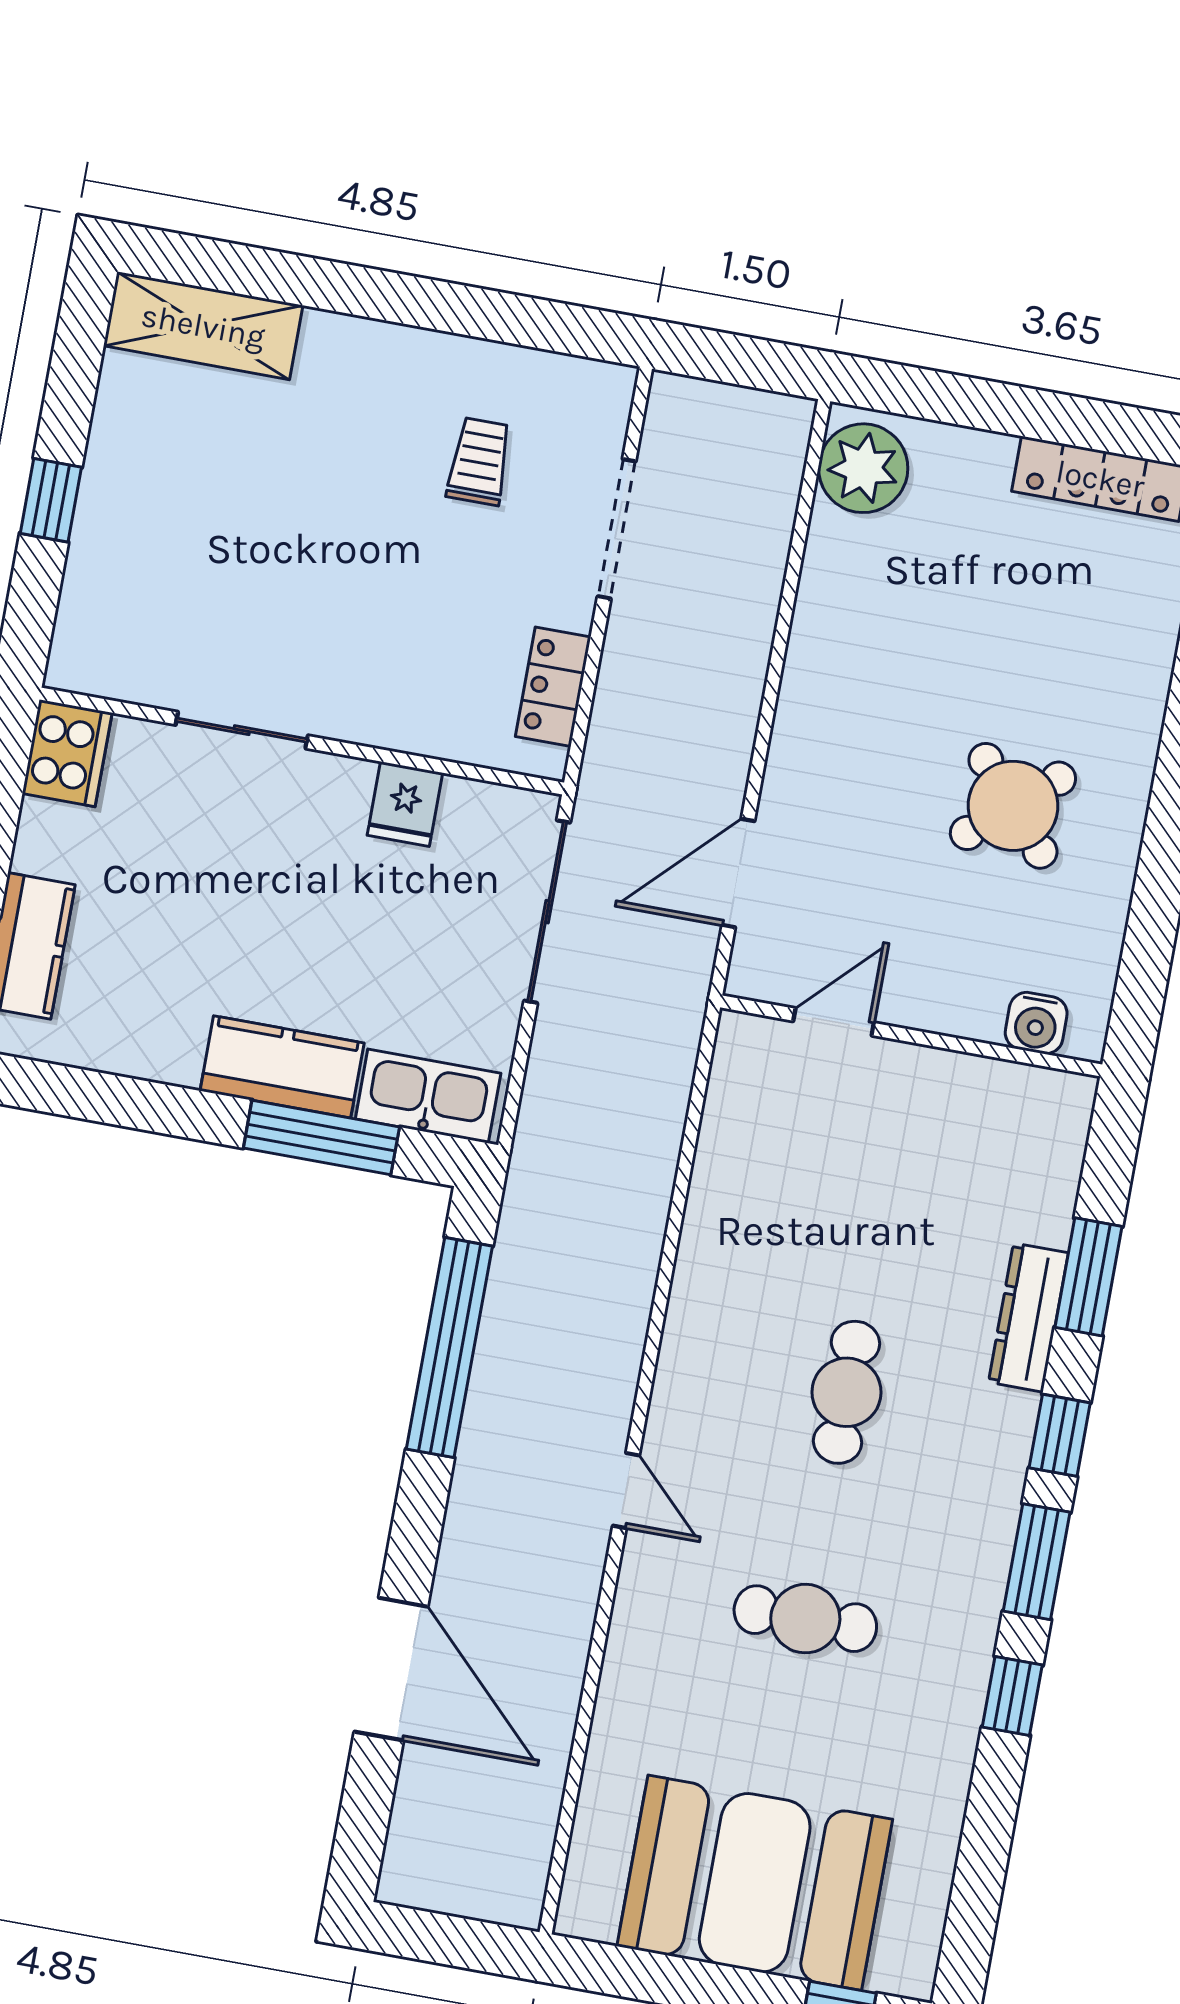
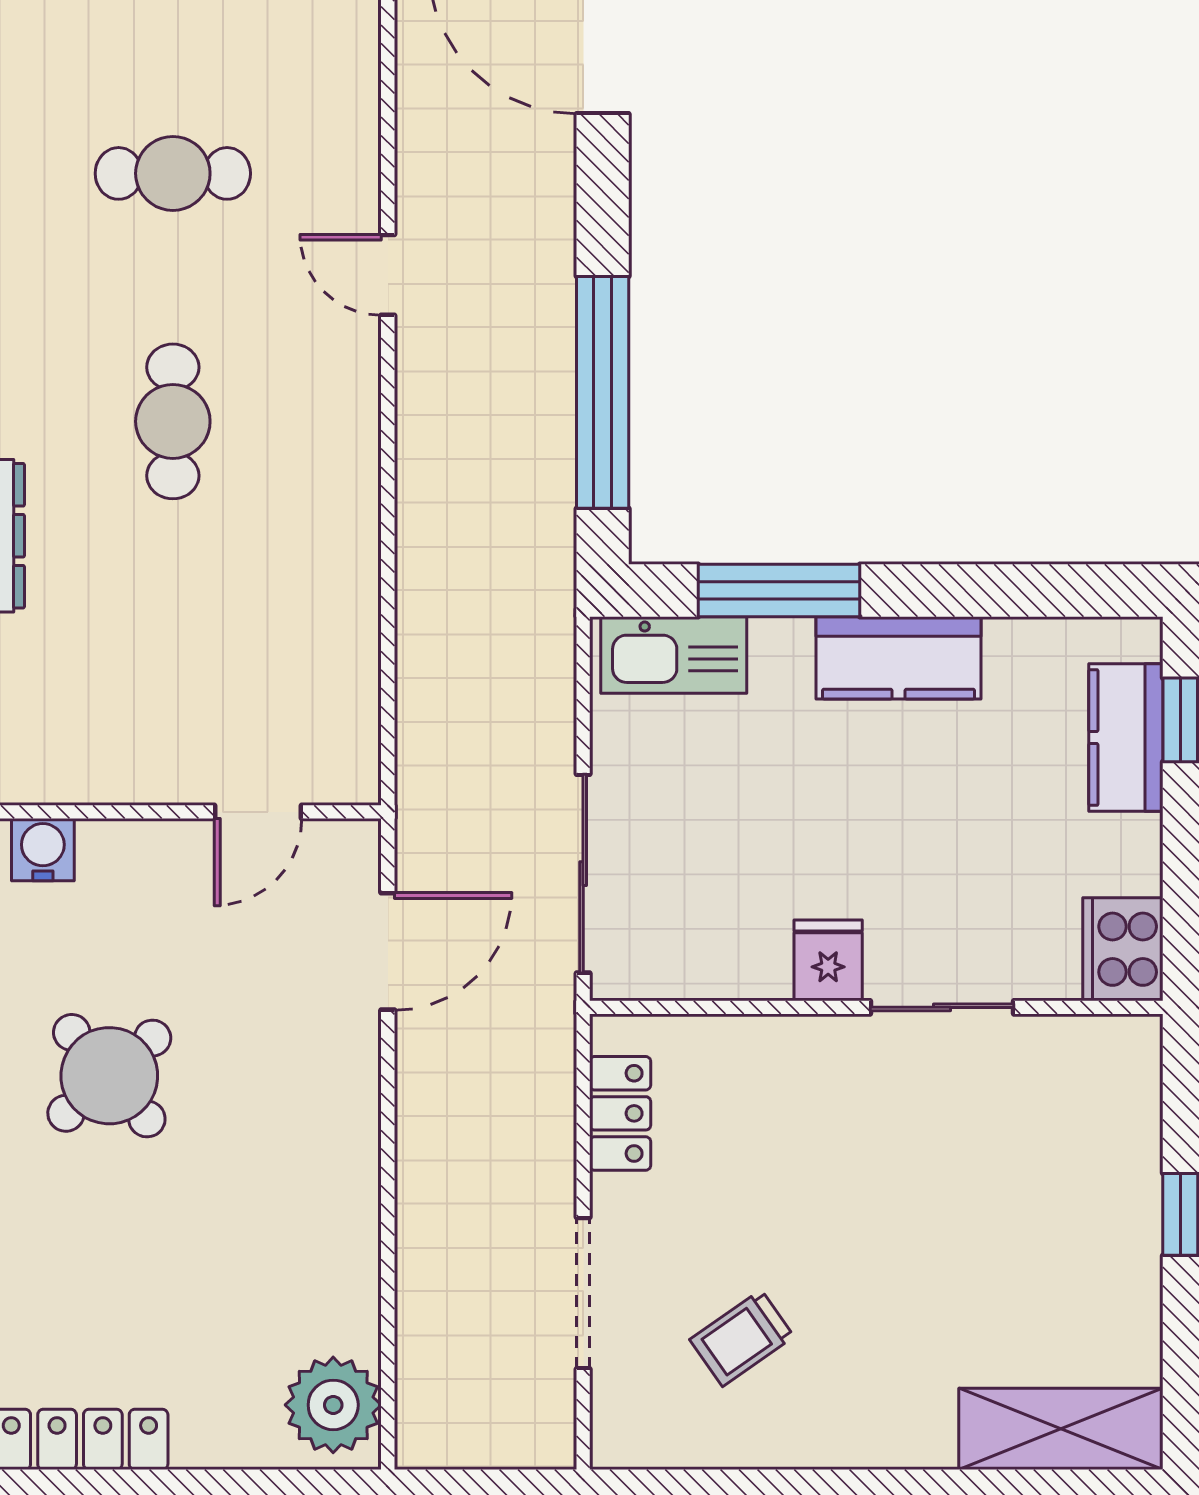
trolley: (479, 462) -> (742, 1338), turned 55
fridge: (405, 804) -> (828, 960), moved
kitchen counter: (282, 1067) -> (898, 658), moved

